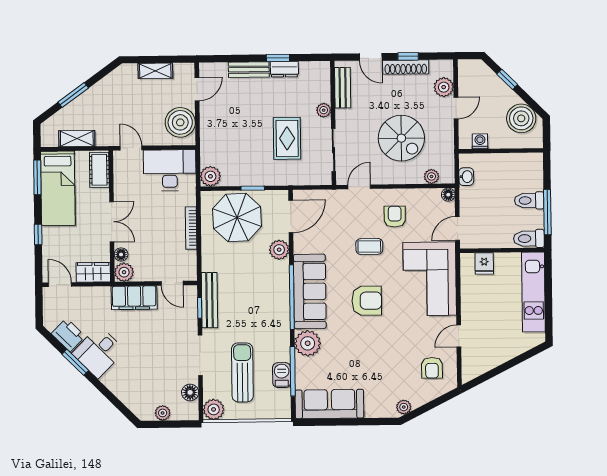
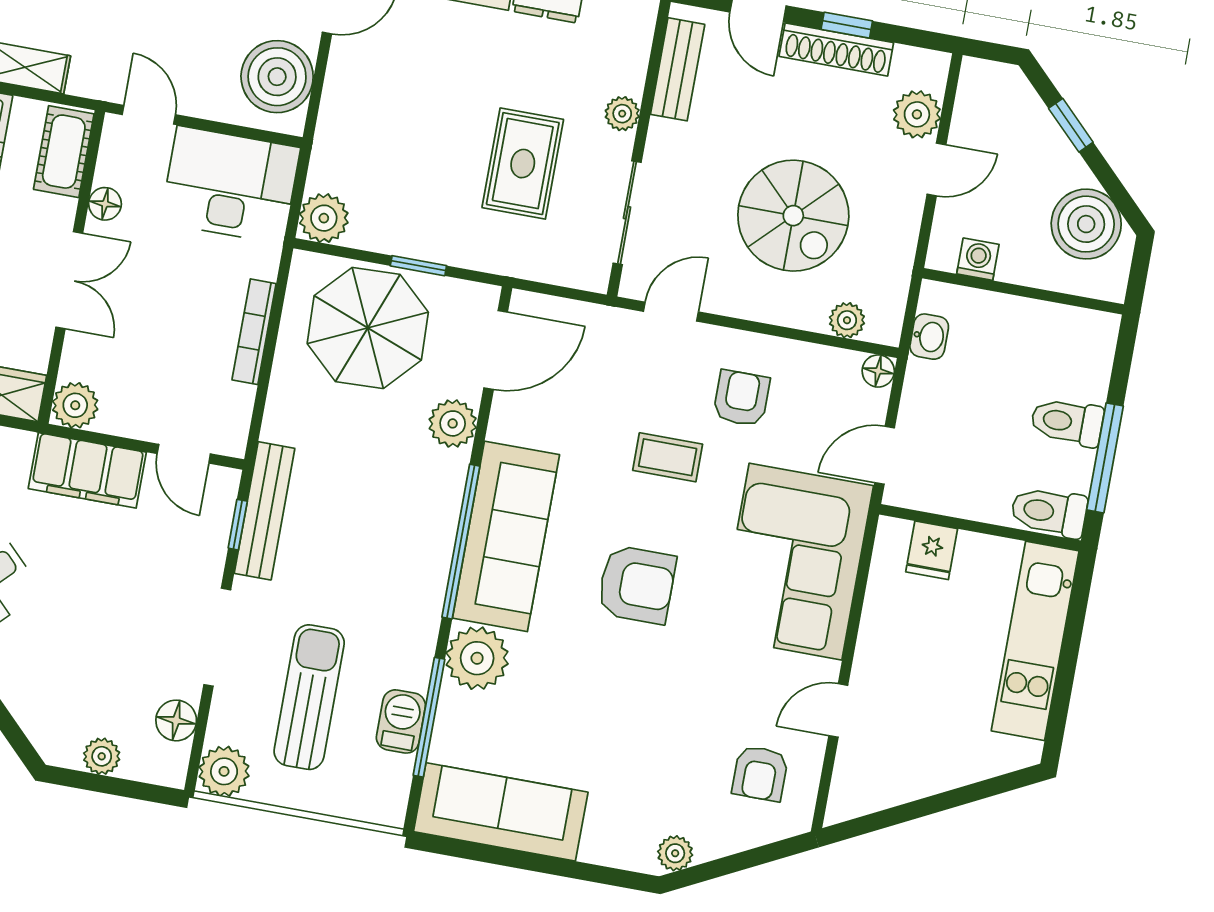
floor lamp: (121, 254) -> (105, 204), moved

